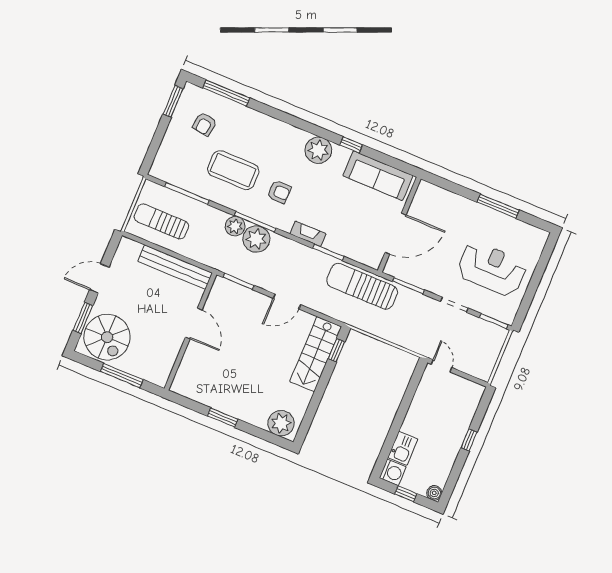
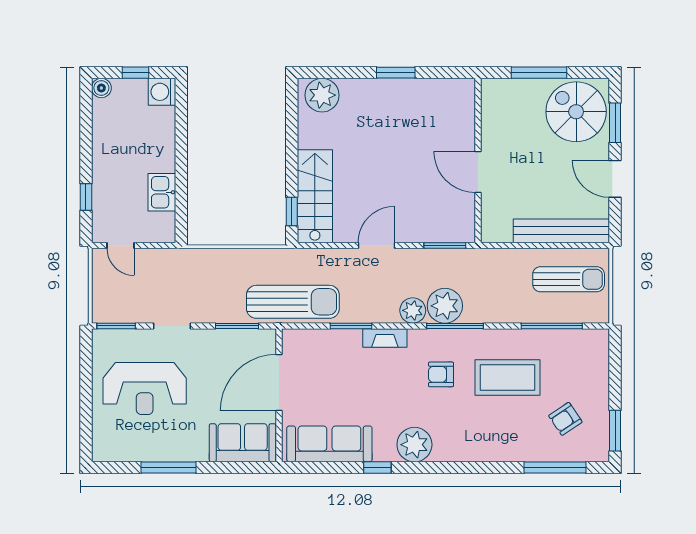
armchair: (205, 124) -> (565, 419), turned -131
sofa: (439, 202) -> (243, 443), added
plant: (235, 226) -> (413, 310), moved
bench: (175, 267) -> (561, 231), moved
door: (99, 278) -> (615, 179), swing flipped
door: (441, 366) -> (121, 245), moved
window: (469, 440) -> (86, 197), moved
kitchen sink: (403, 448) -> (162, 192), moved

